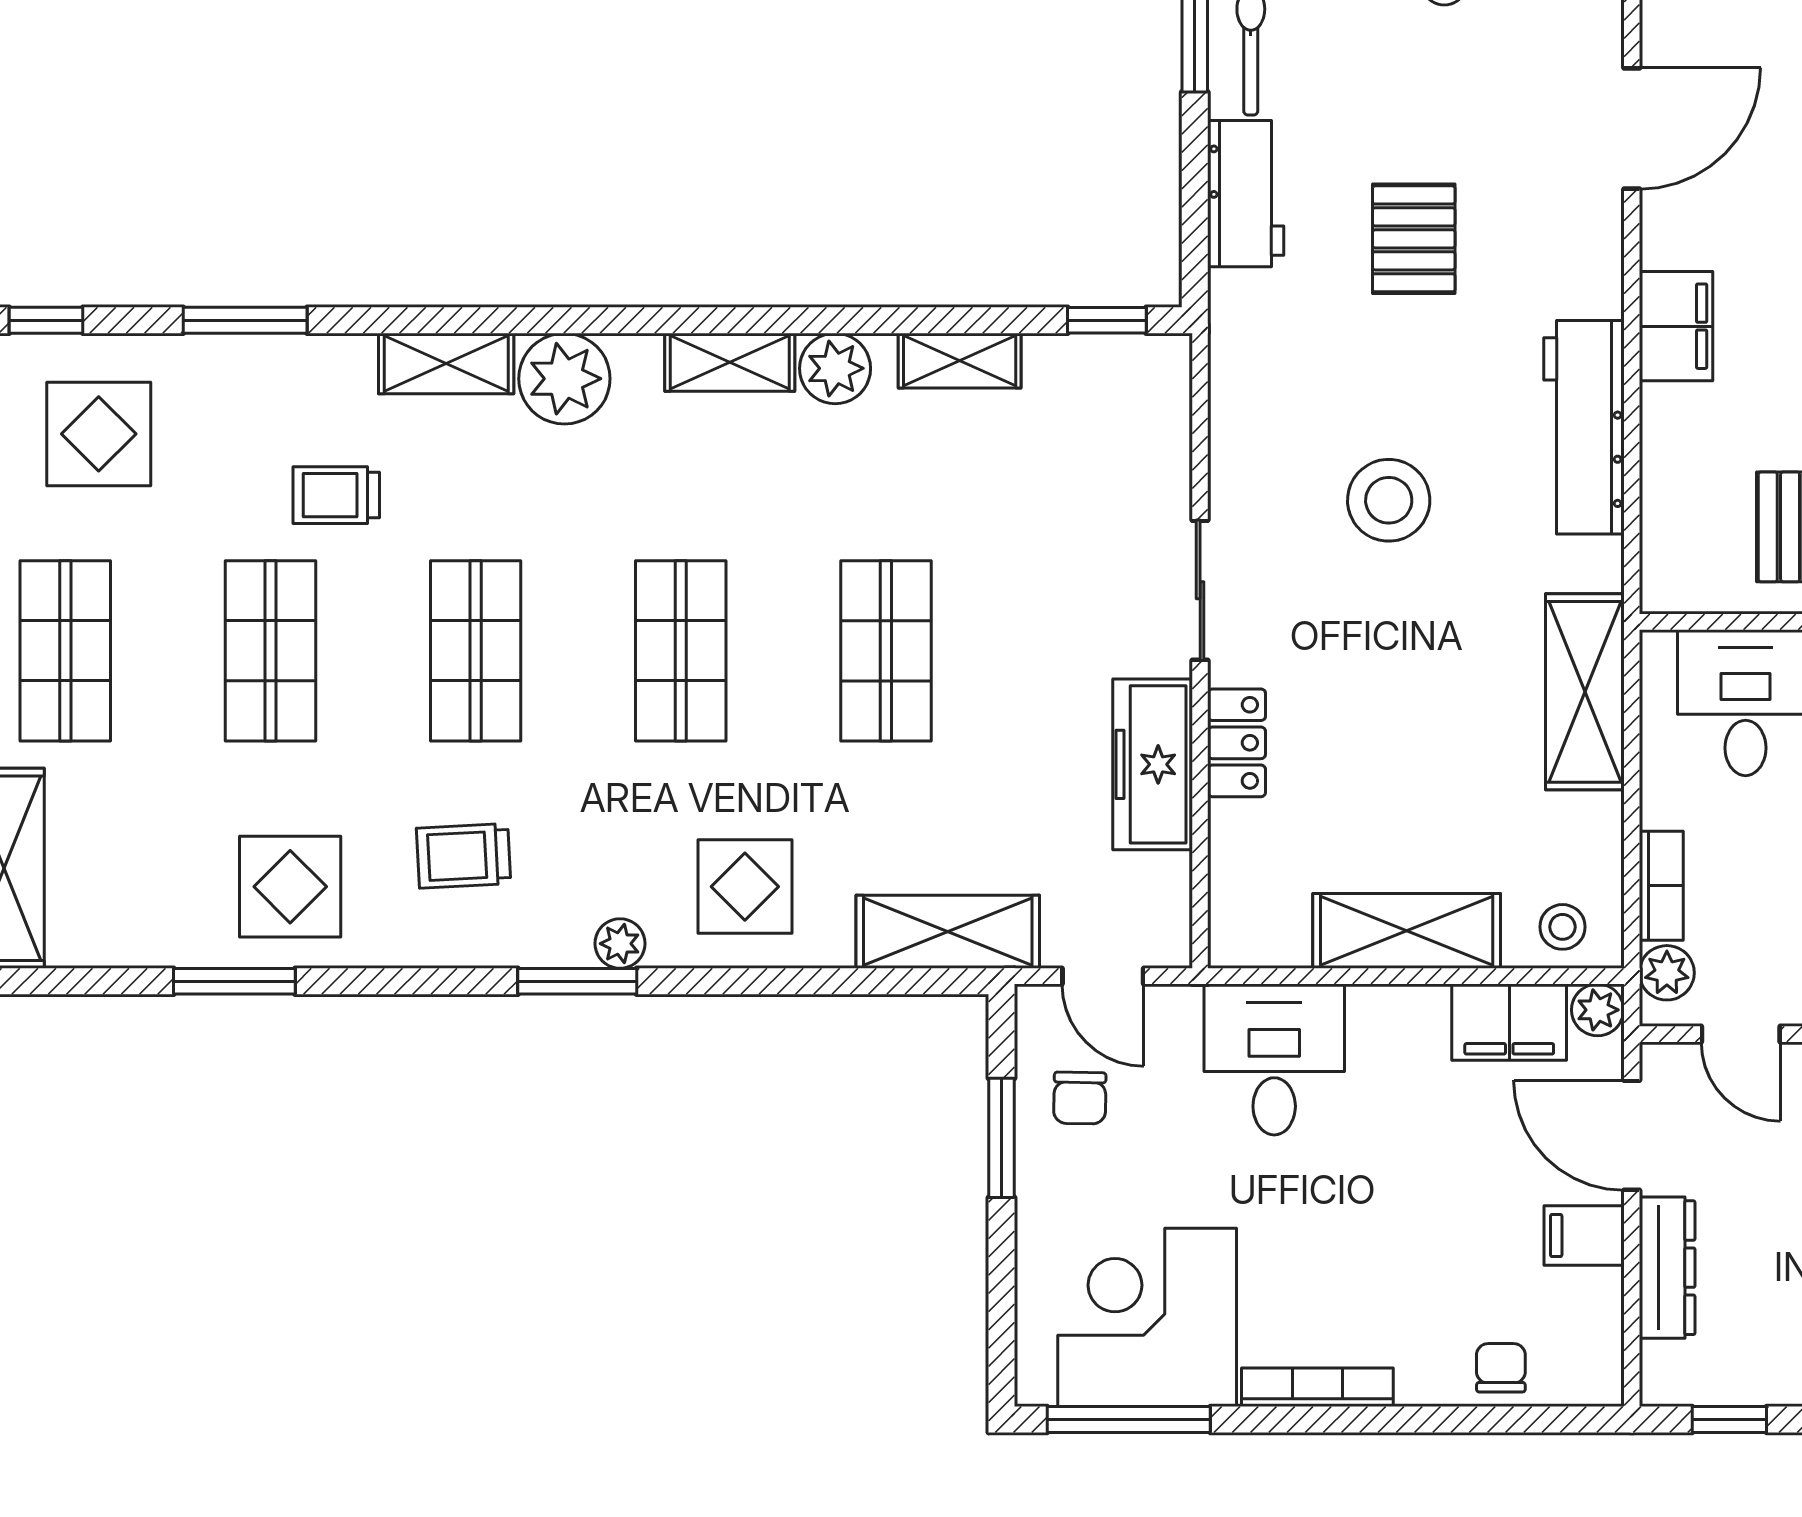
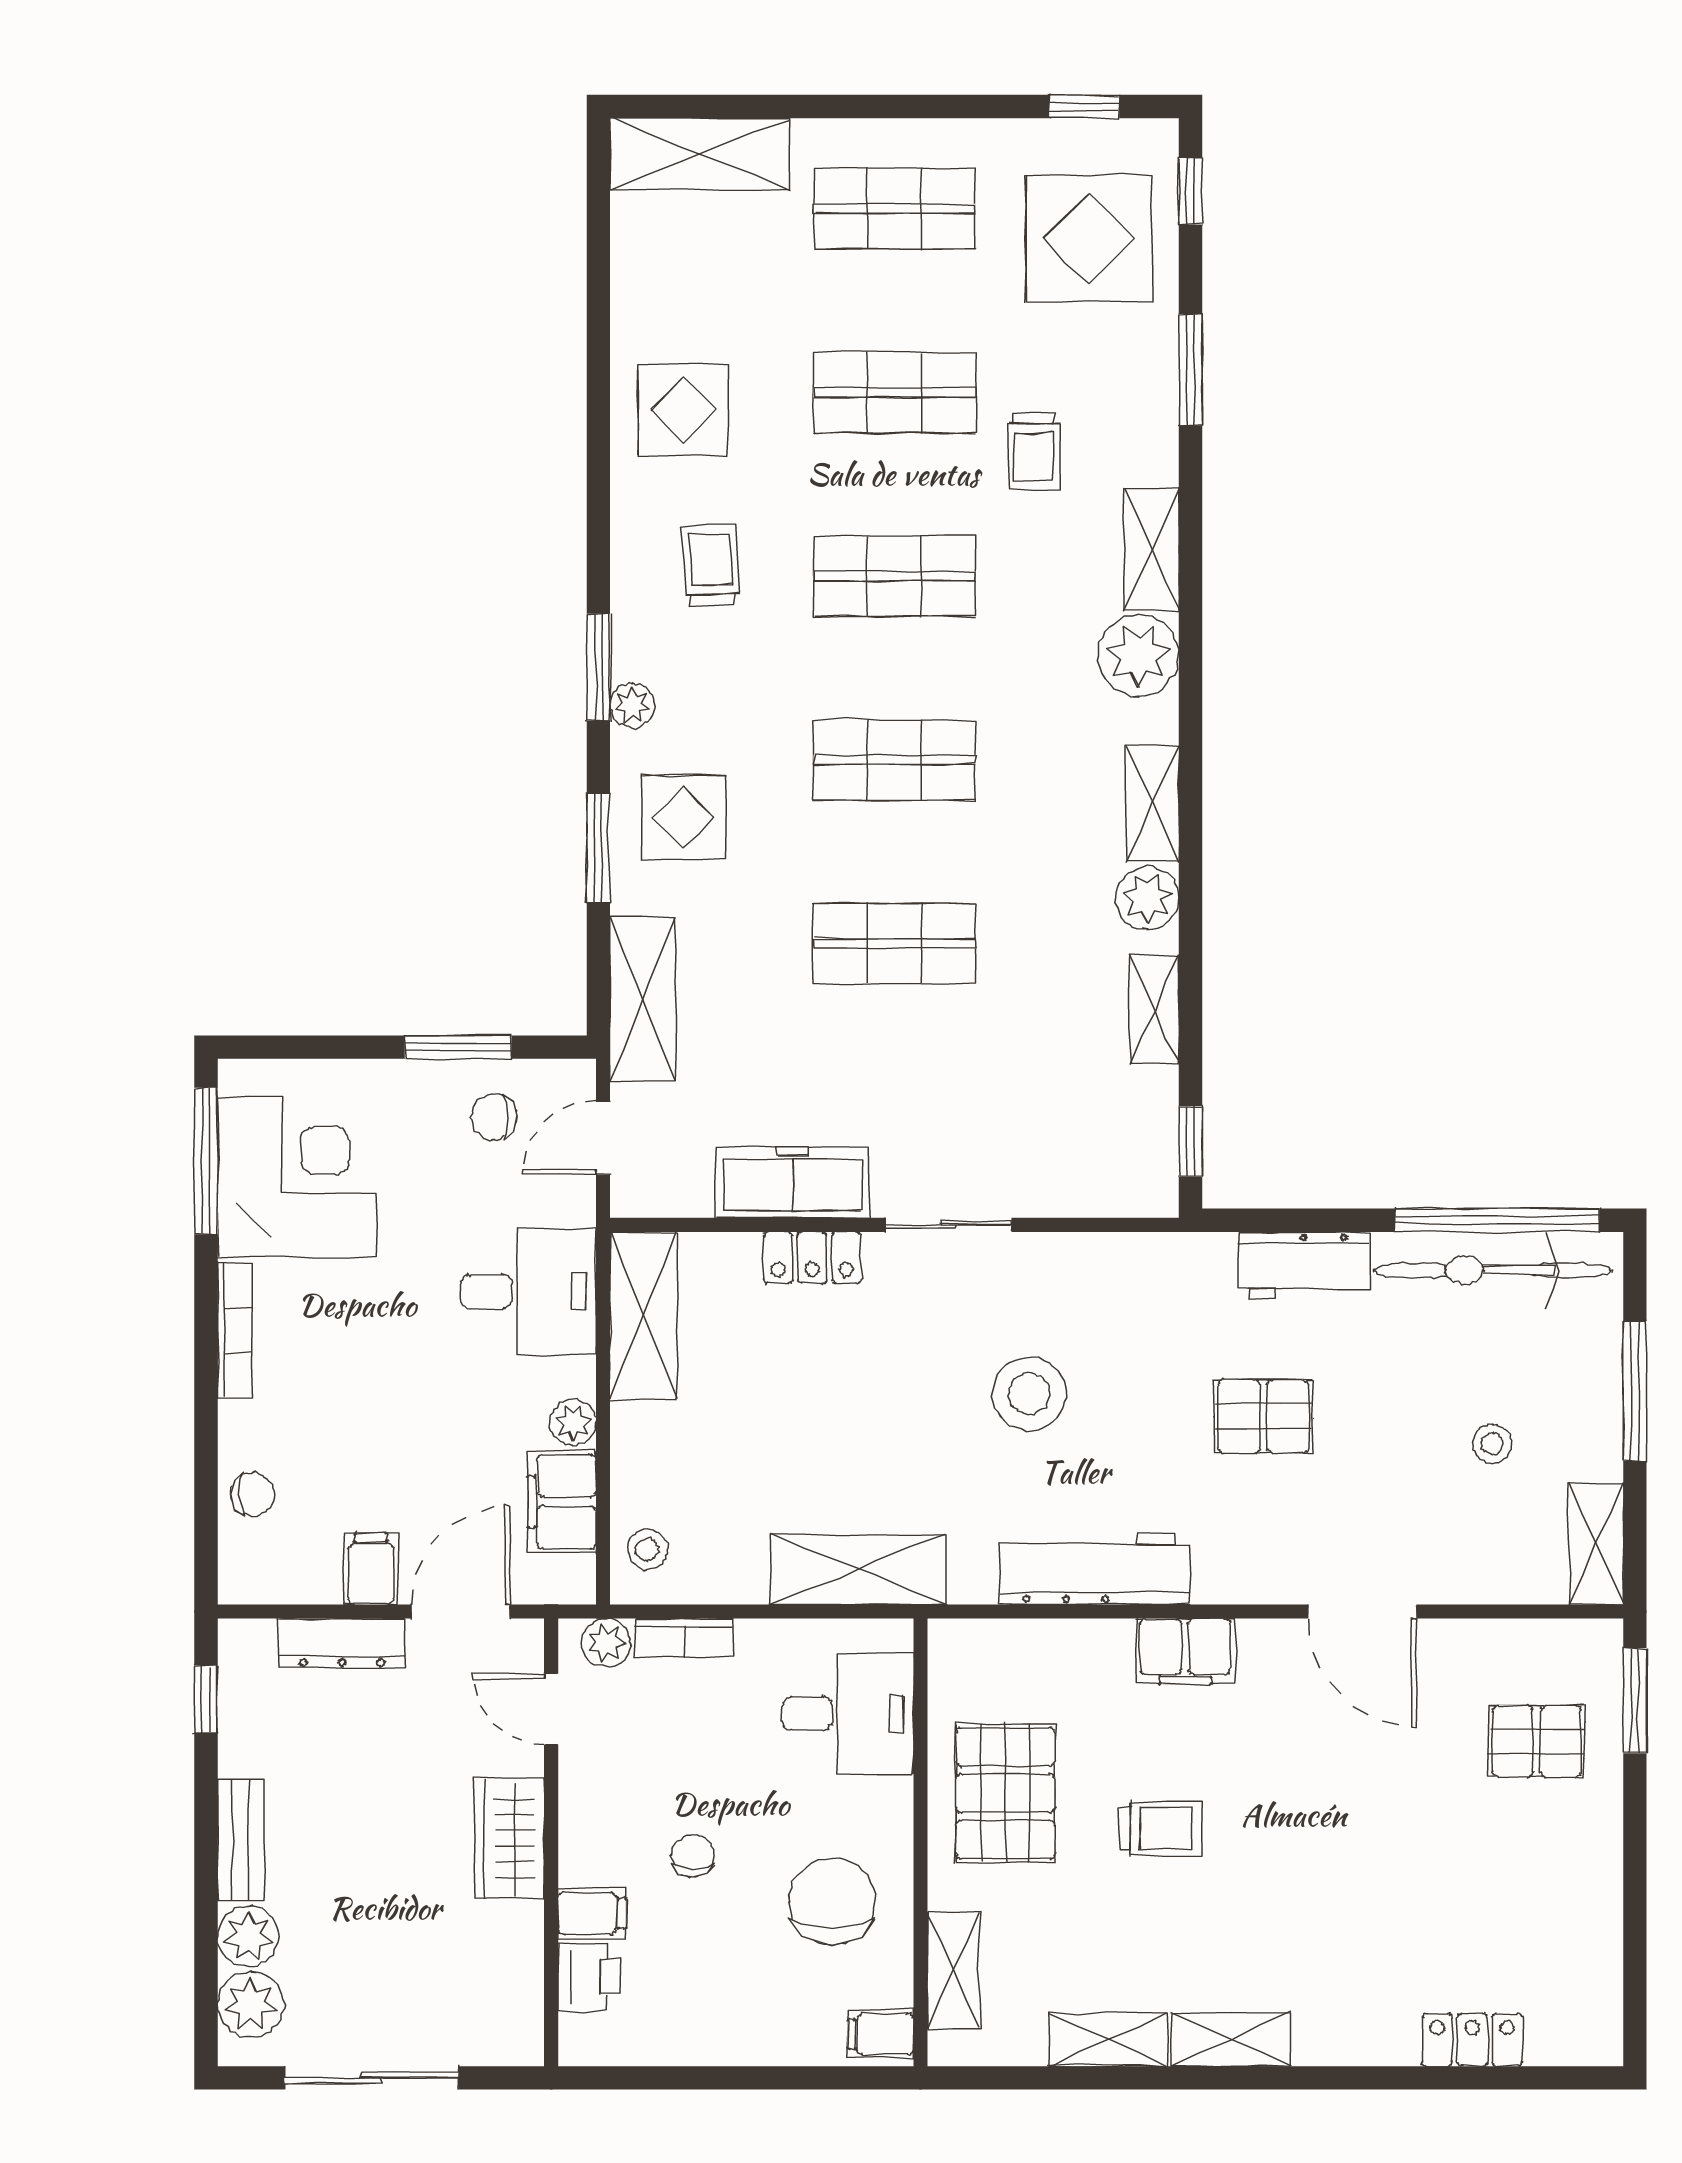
display table: (99, 434) -> (1089, 239), width x1.36, depth x1.36
trolley: (336, 495) -> (1034, 451), turned 180
shelving: (1407, 931) -> (644, 1316), moved
window: (234, 981) -> (598, 848), moved
plant: (1598, 1010) -> (573, 1423), moved
door: (1741, 1034) -> (551, 1709), hinge flipped

